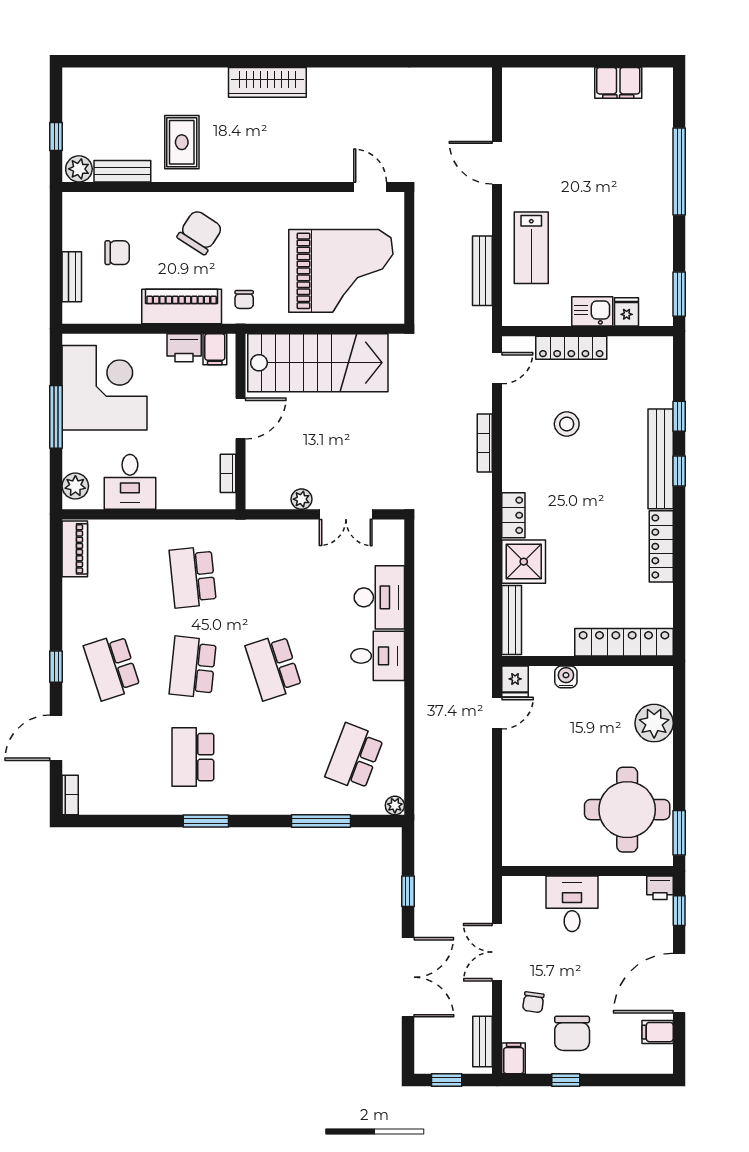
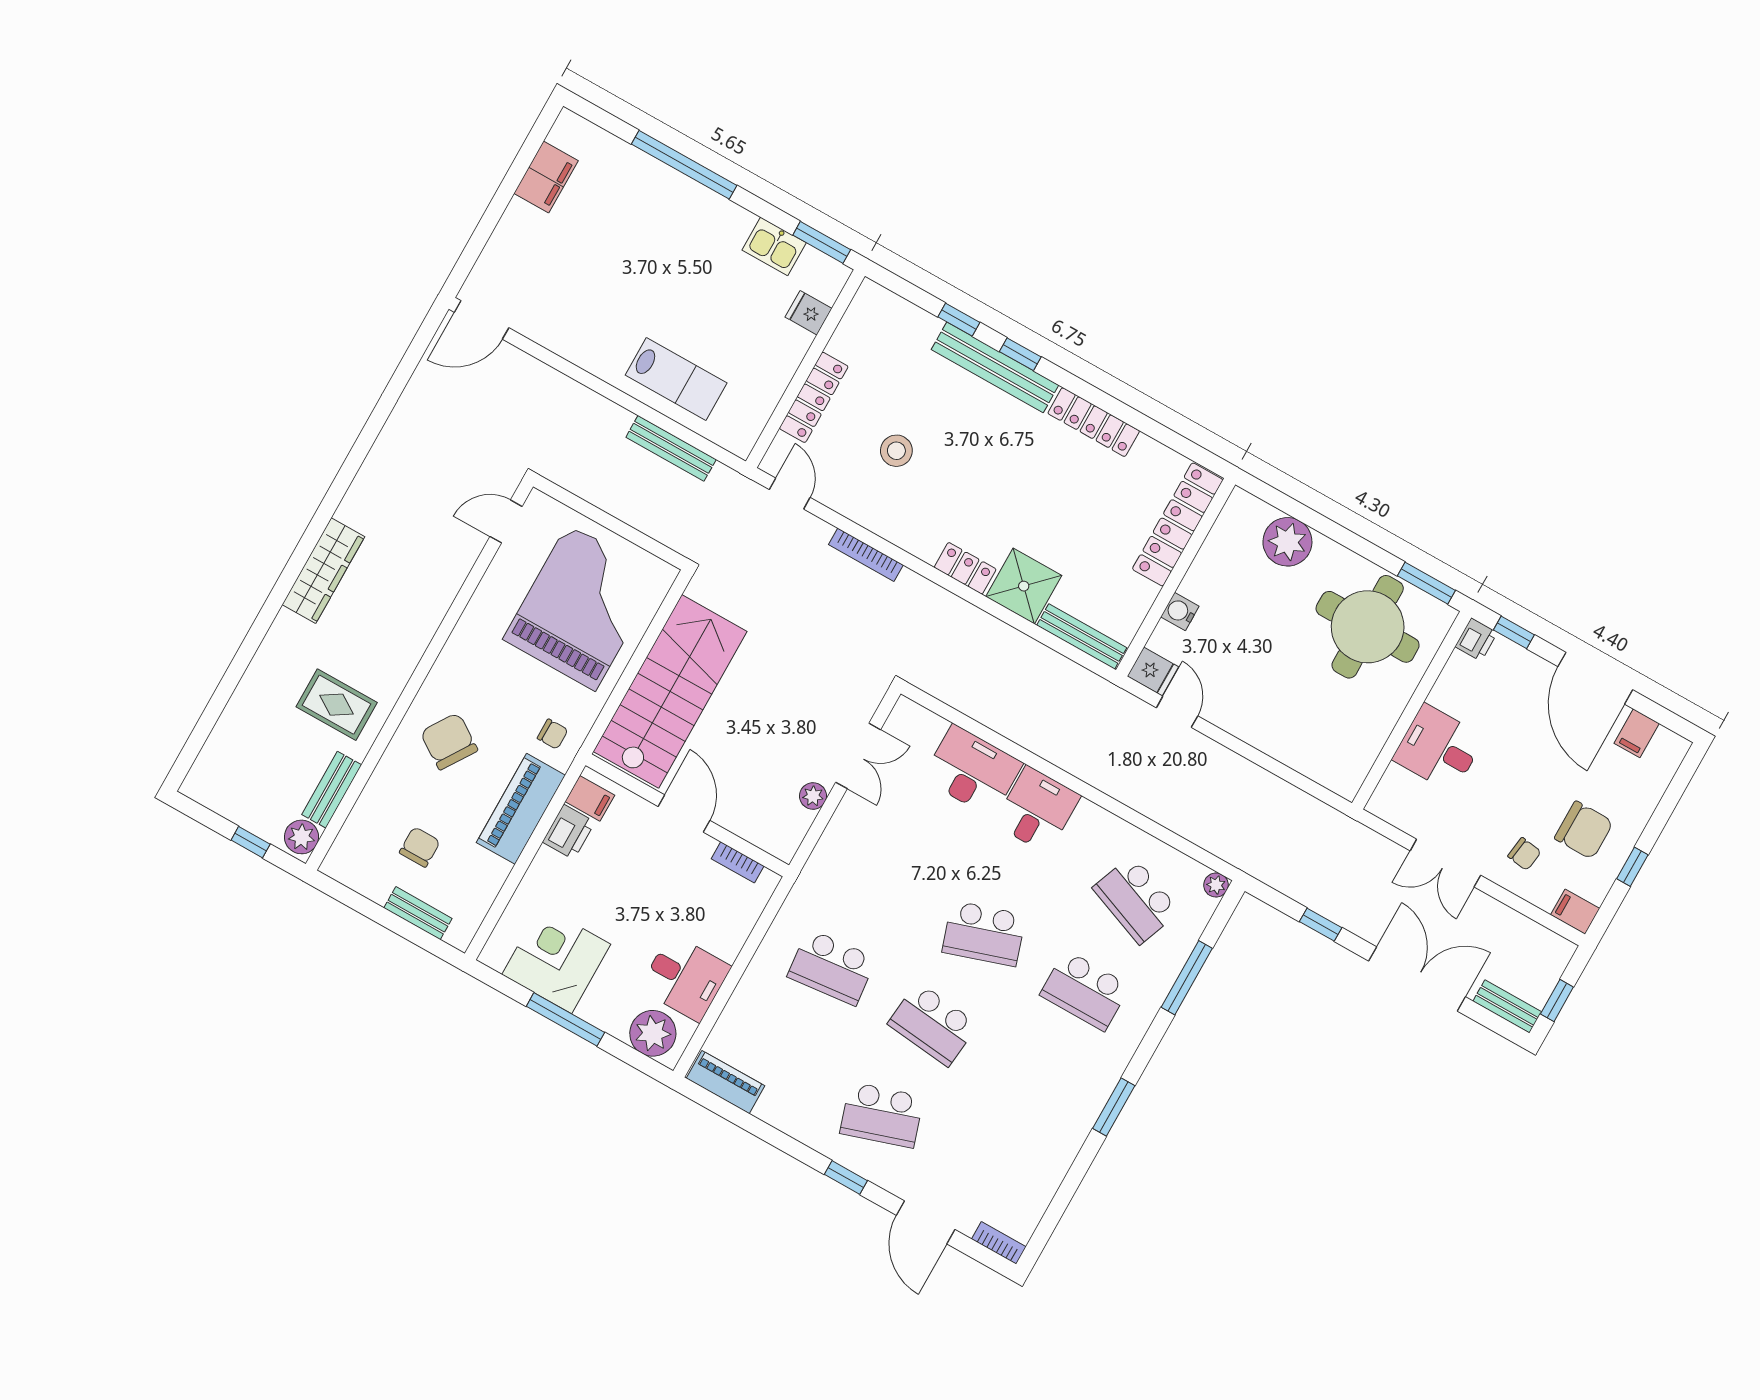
door: (497, 163) -> (482, 320), moved
kitchen sink: (592, 311) -> (774, 246), moved, turned -90
corner desk: (105, 388) -> (556, 959), width x0.74, depth x0.74
plant: (75, 486) -> (653, 1033), width x1.36, depth x1.36
school desk: (193, 757) -> (1085, 990), moved
bench: (483, 1042) -> (1507, 1006), moved

